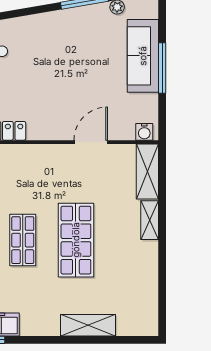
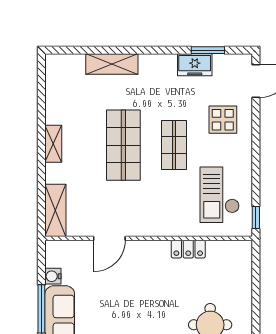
water cooler: (144, 132) -> (53, 276), moved, turned -90
shelving: (150, 220) -> (53, 144), moved

